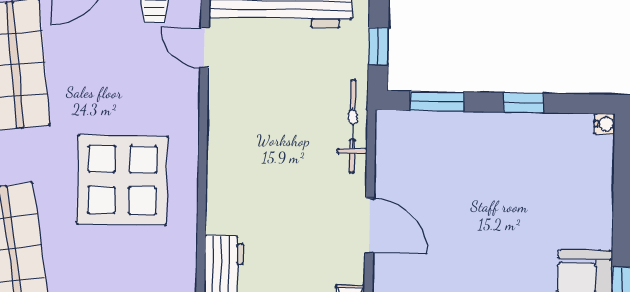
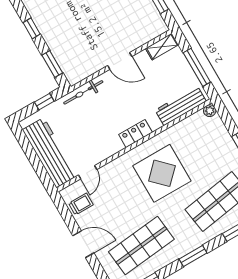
locker: (222, 176) -> (136, 134), added
door: (370, 226) -> (120, 61), swing flipped

